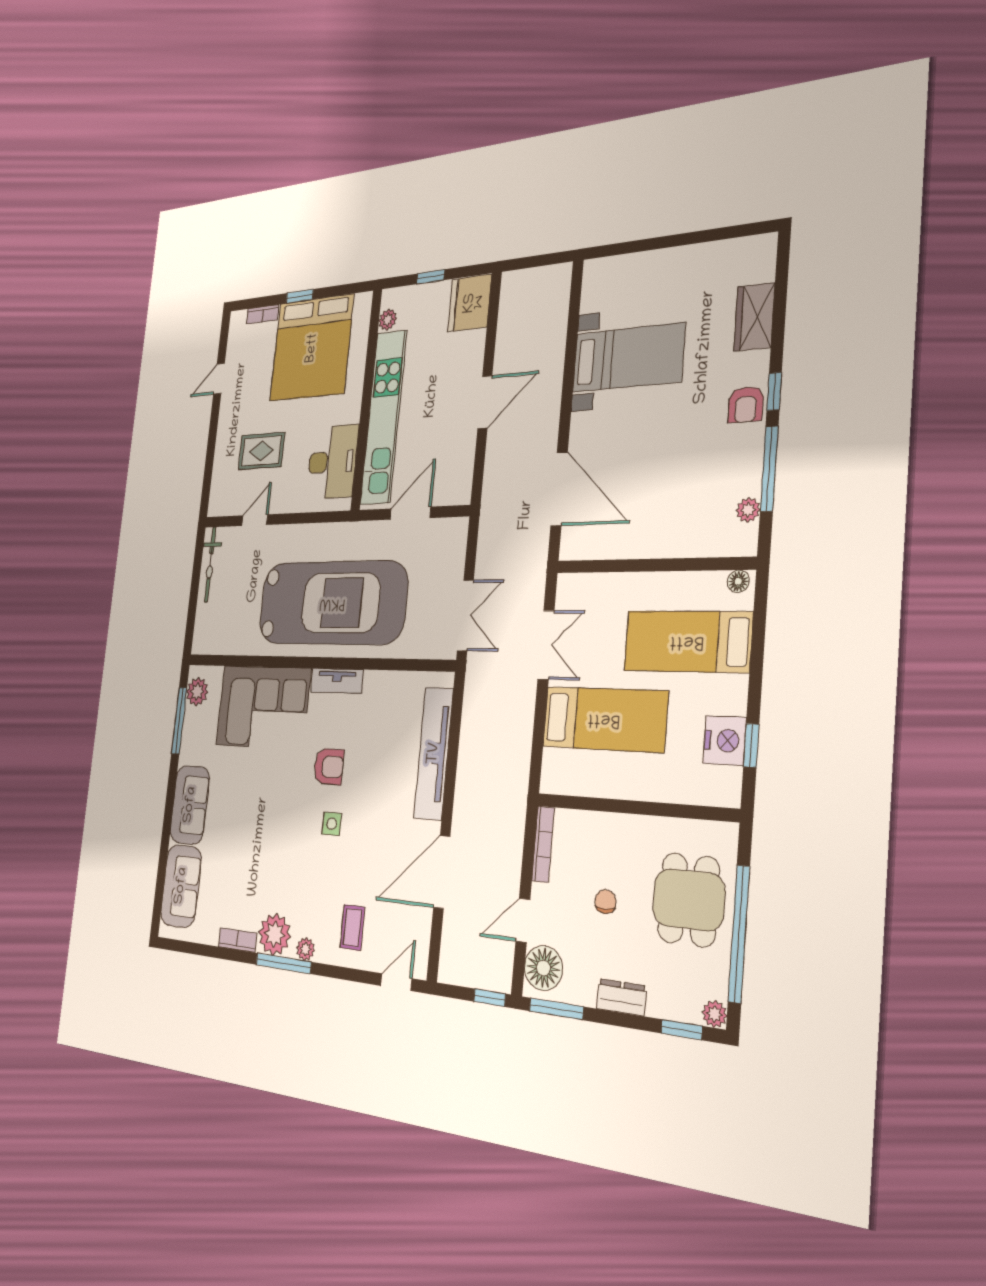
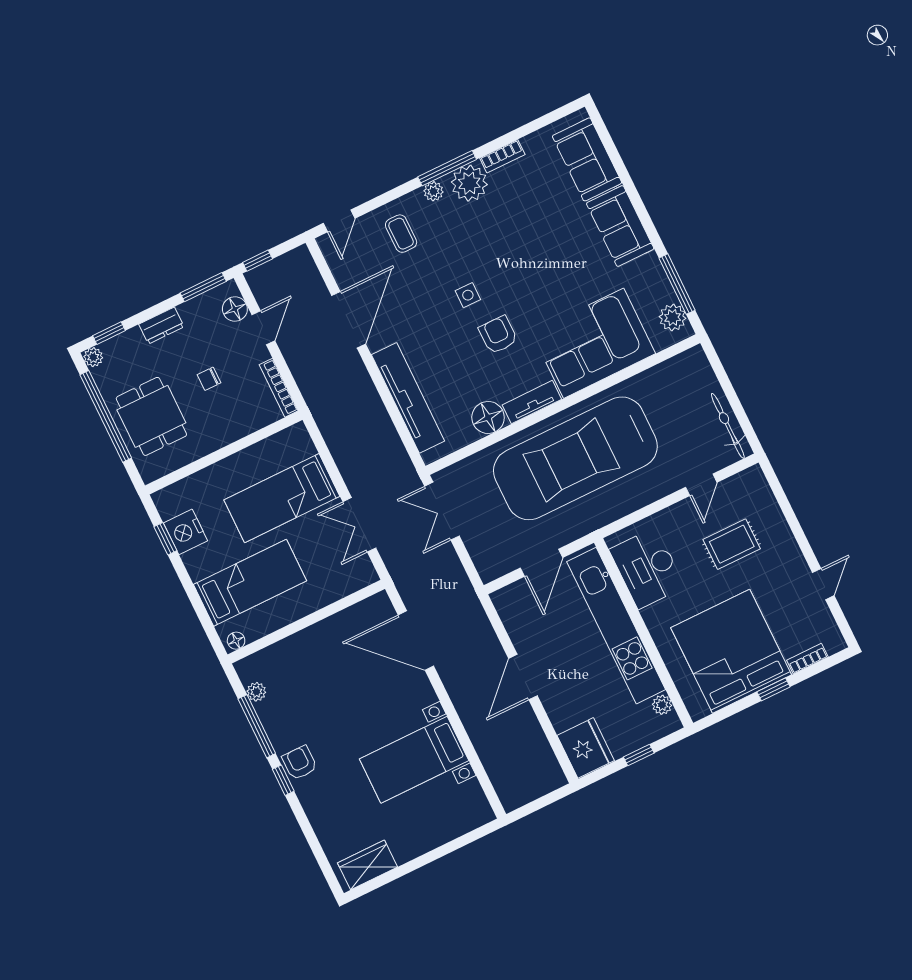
wardrobe: (754, 317) -> (368, 865), moved, turned -90
floor lamp: (378, 688) -> (488, 417), added
armchair: (329, 767) -> (498, 335), turned 90
chair: (605, 902) -> (209, 379), turned 90
floor lamp: (543, 968) -> (235, 309), width x0.73, depth x0.73

